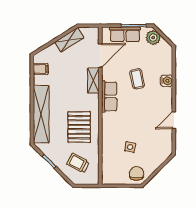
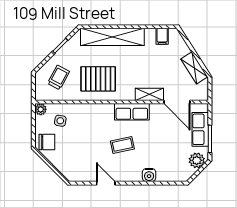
coffee table: (137, 79) -> (122, 145), moved
side table: (130, 147) -> (60, 121), moved
plant: (107, 179) -> (41, 109), added

